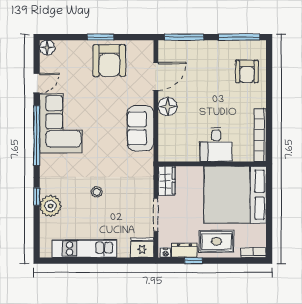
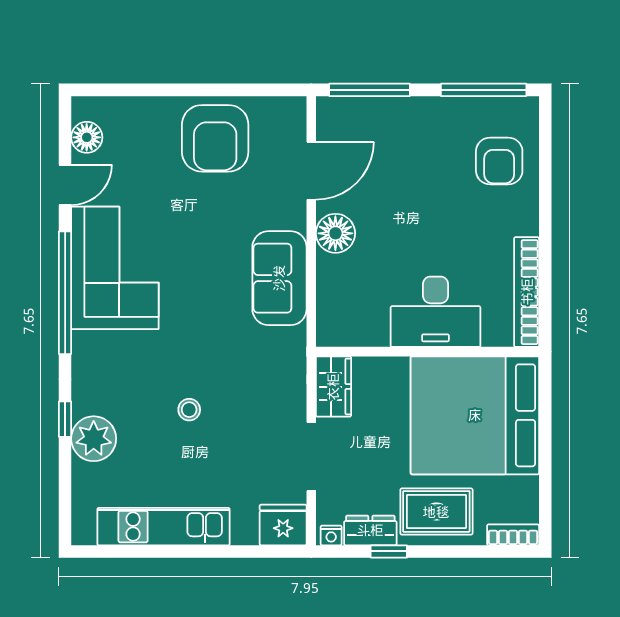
window: (101, 37) -> (197, 90), removed
floor lamp: (47, 48) -> (87, 137), moved
desk: (216, 145) -> (436, 312), width x1.37

